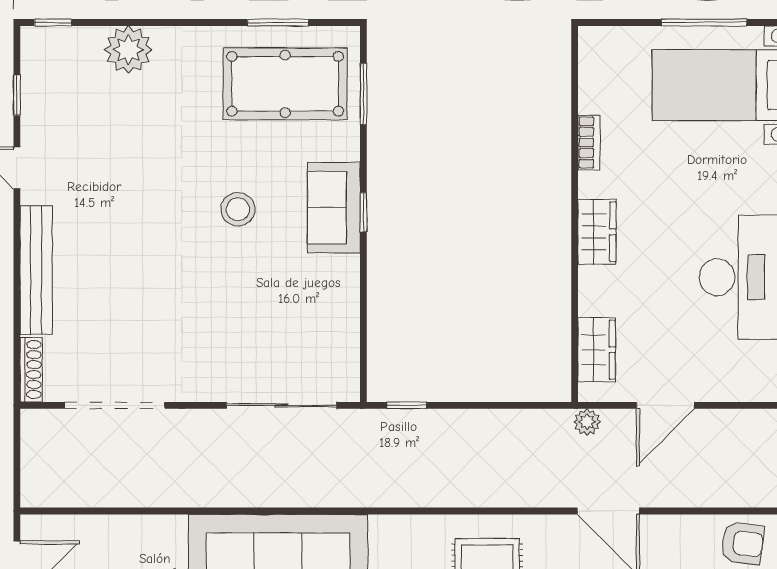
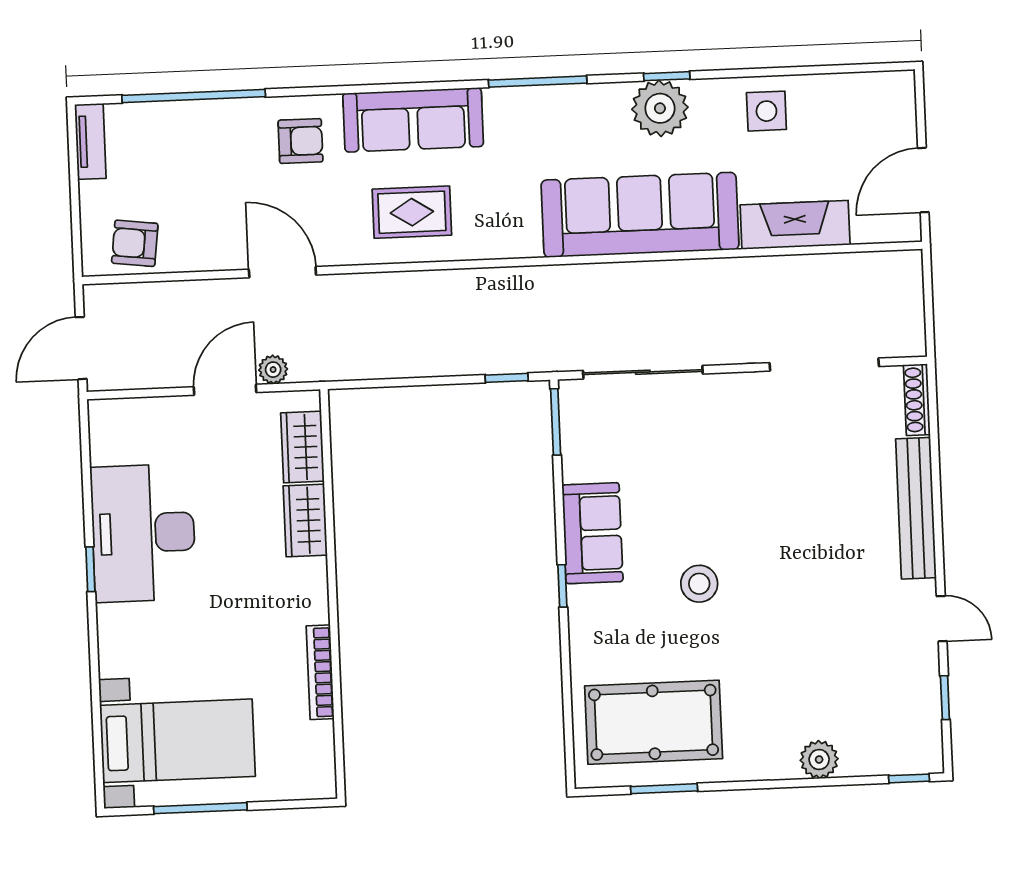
plant: (128, 50) -> (819, 760), width x0.73, depth x0.73
window: (363, 94) -> (556, 422), moved
bookcase: (589, 143) -> (320, 672), width x1.56
sofa: (334, 208) -> (592, 533), moved
wardrobe: (597, 232) -> (305, 520), moved
plant: (587, 422) -> (273, 370), moved
fireplace: (136, 535) -> (795, 225), added

